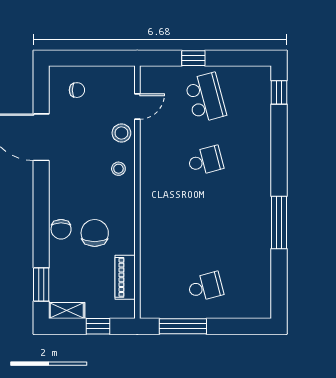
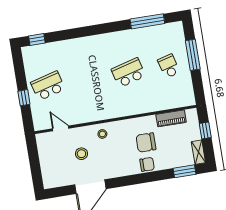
chair: (77, 90) -> (56, 169), removed
stool: (121, 133) -> (81, 154), moved
school desk: (205, 161) -> (128, 73), moved, width x1.85
window: (279, 222) -> (147, 21), moved
window: (183, 326) -> (193, 55), moved

